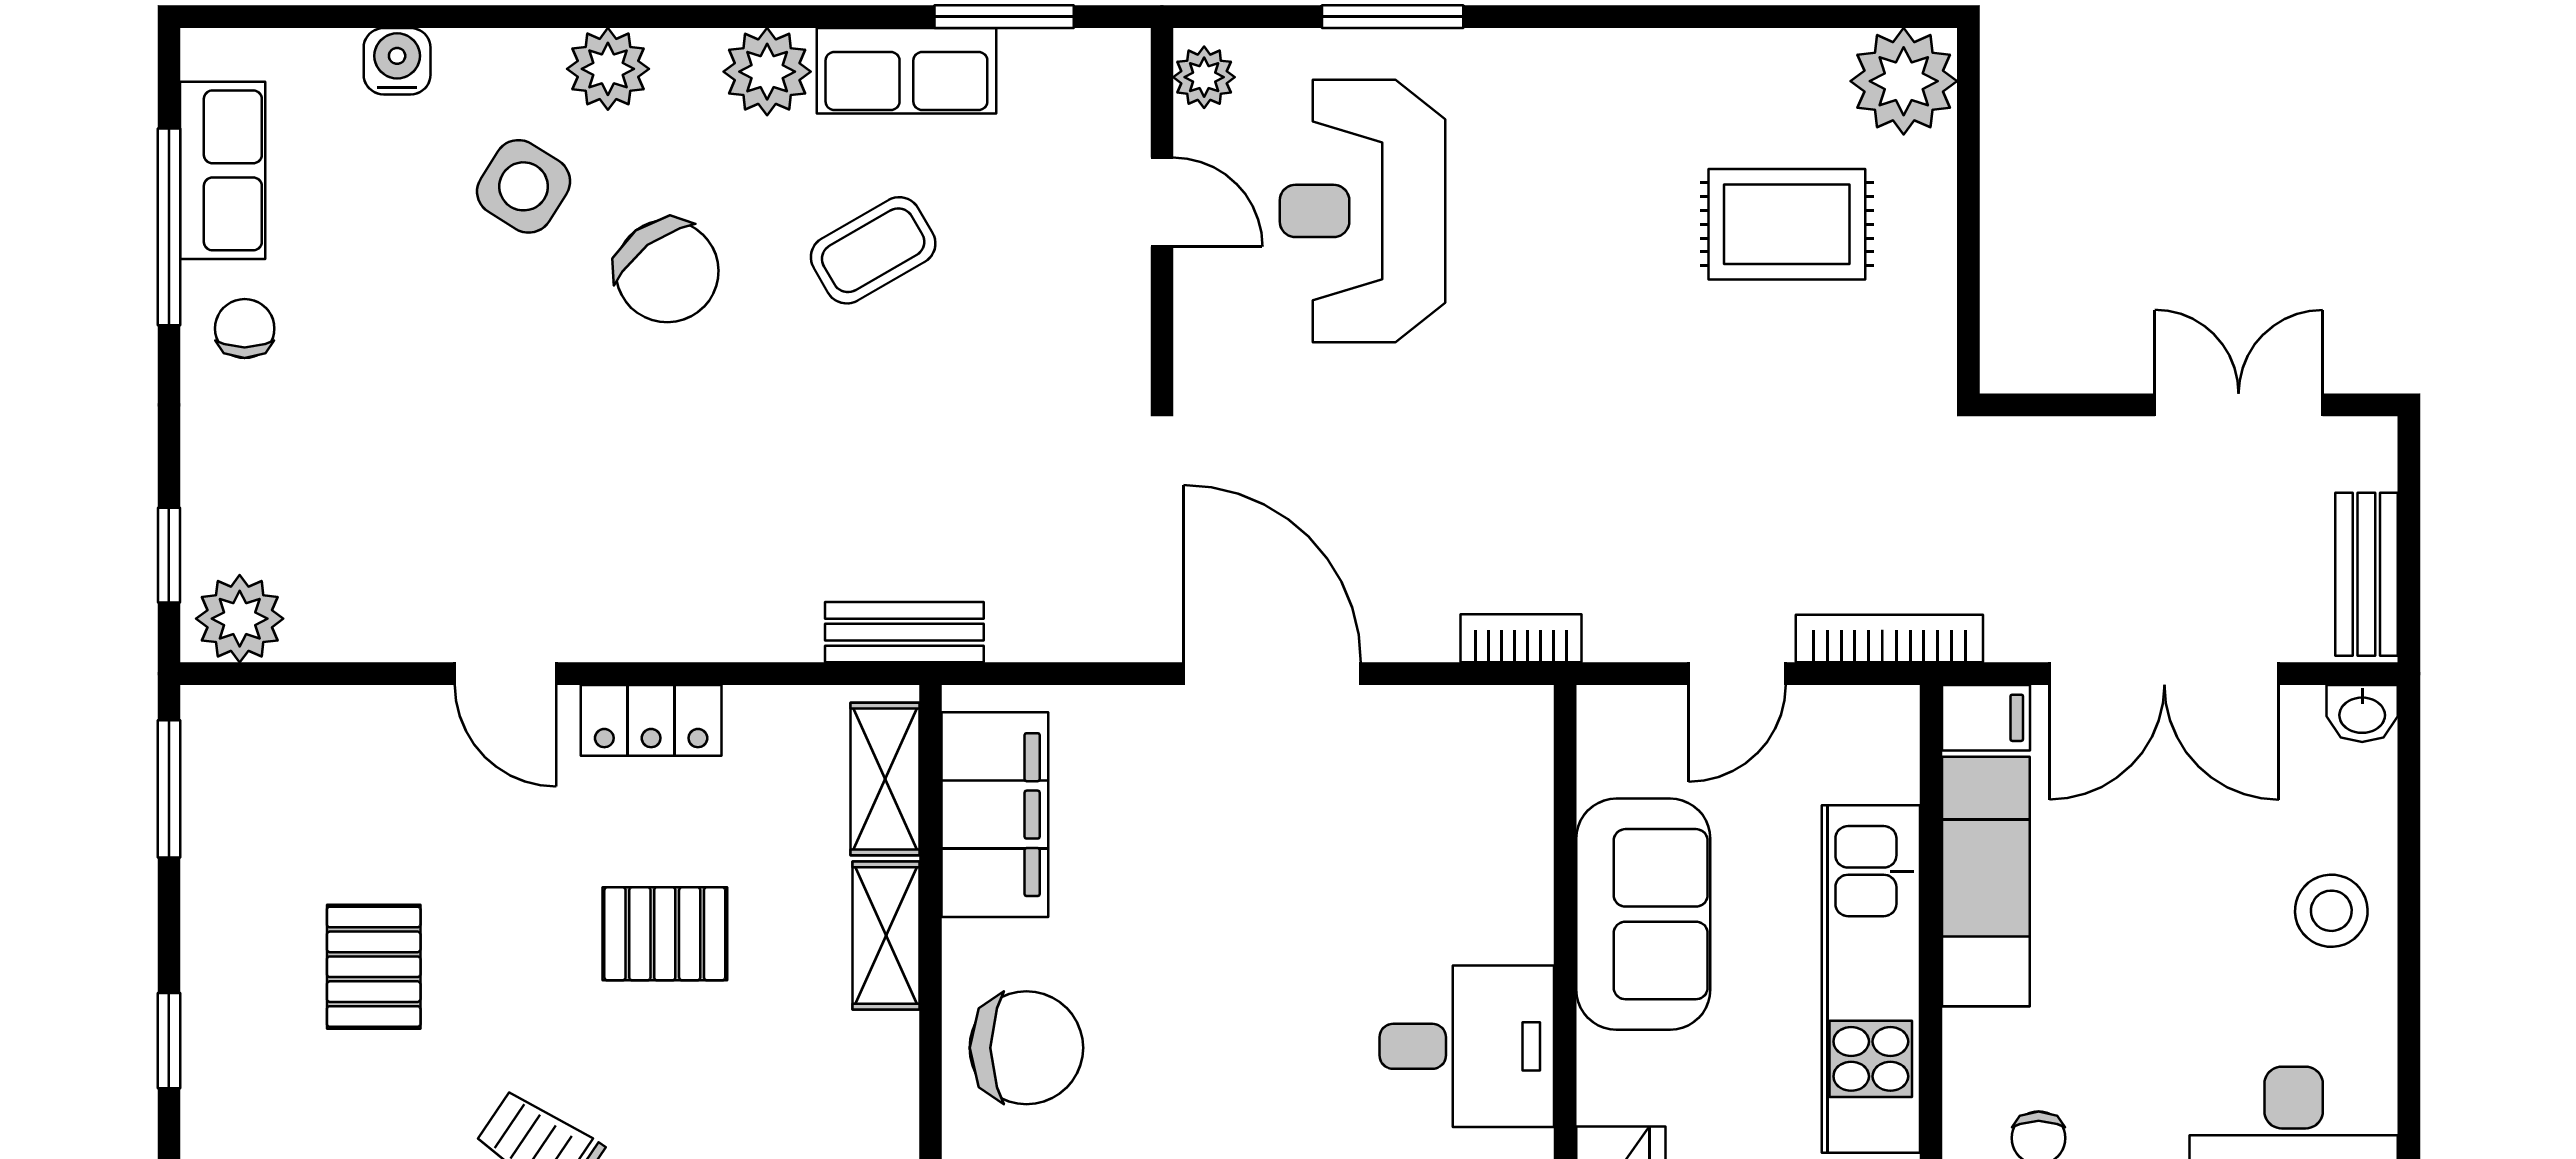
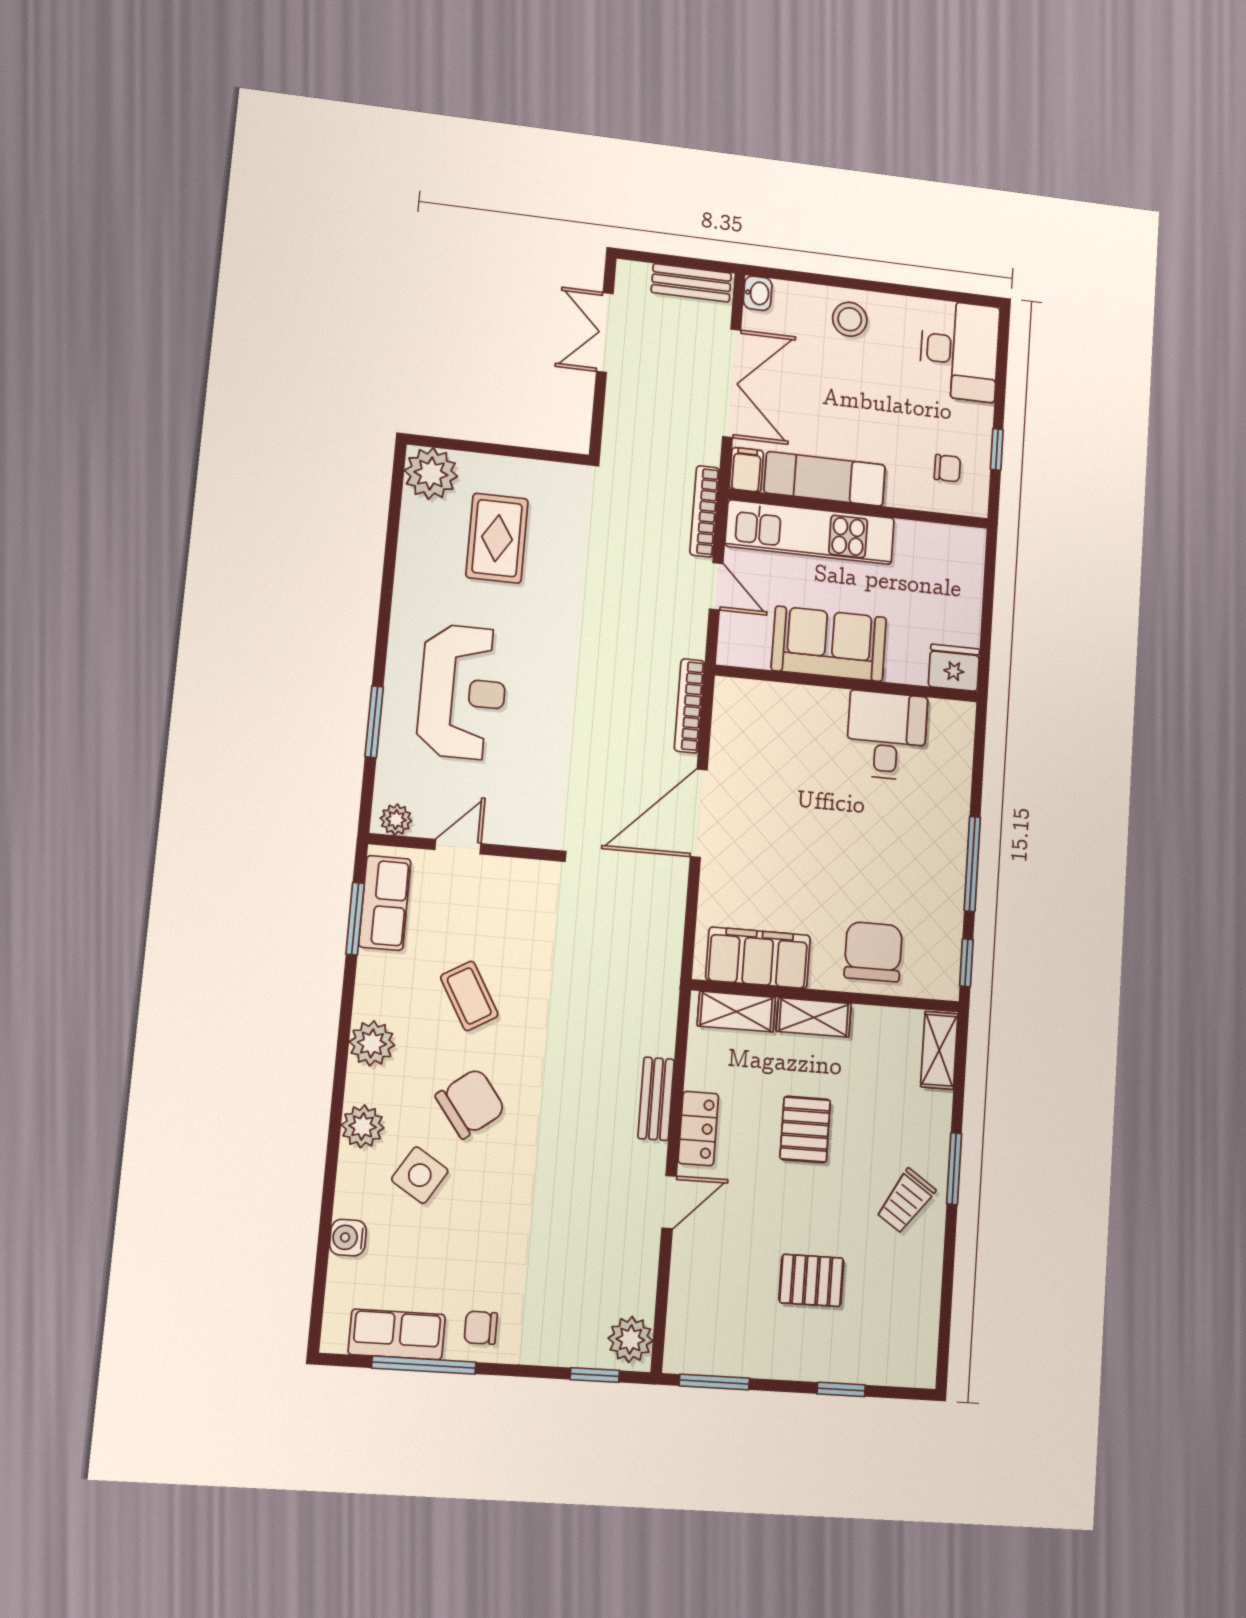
row of seats: (906, 71) -> (385, 903), moved
reception desk: (1362, 211) -> (463, 692), moved, turned -90
bench: (904, 632) -> (656, 1099), moved
bookcase: (1521, 638) -> (690, 706), width x1.56
kitchen unit: (1871, 979) -> (810, 532), moved

